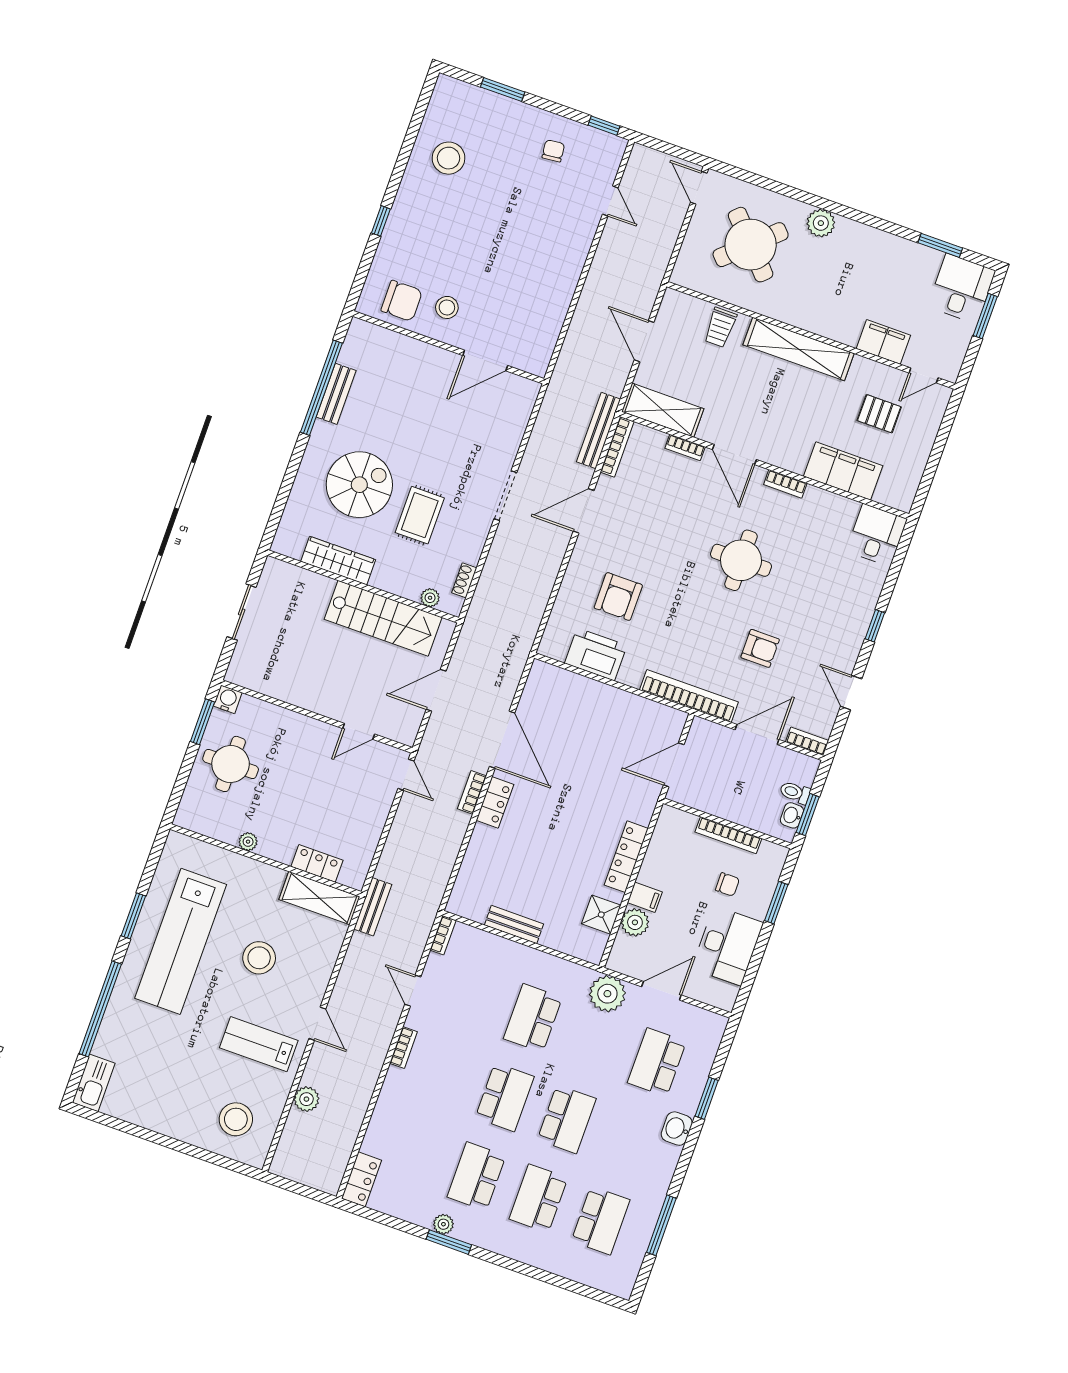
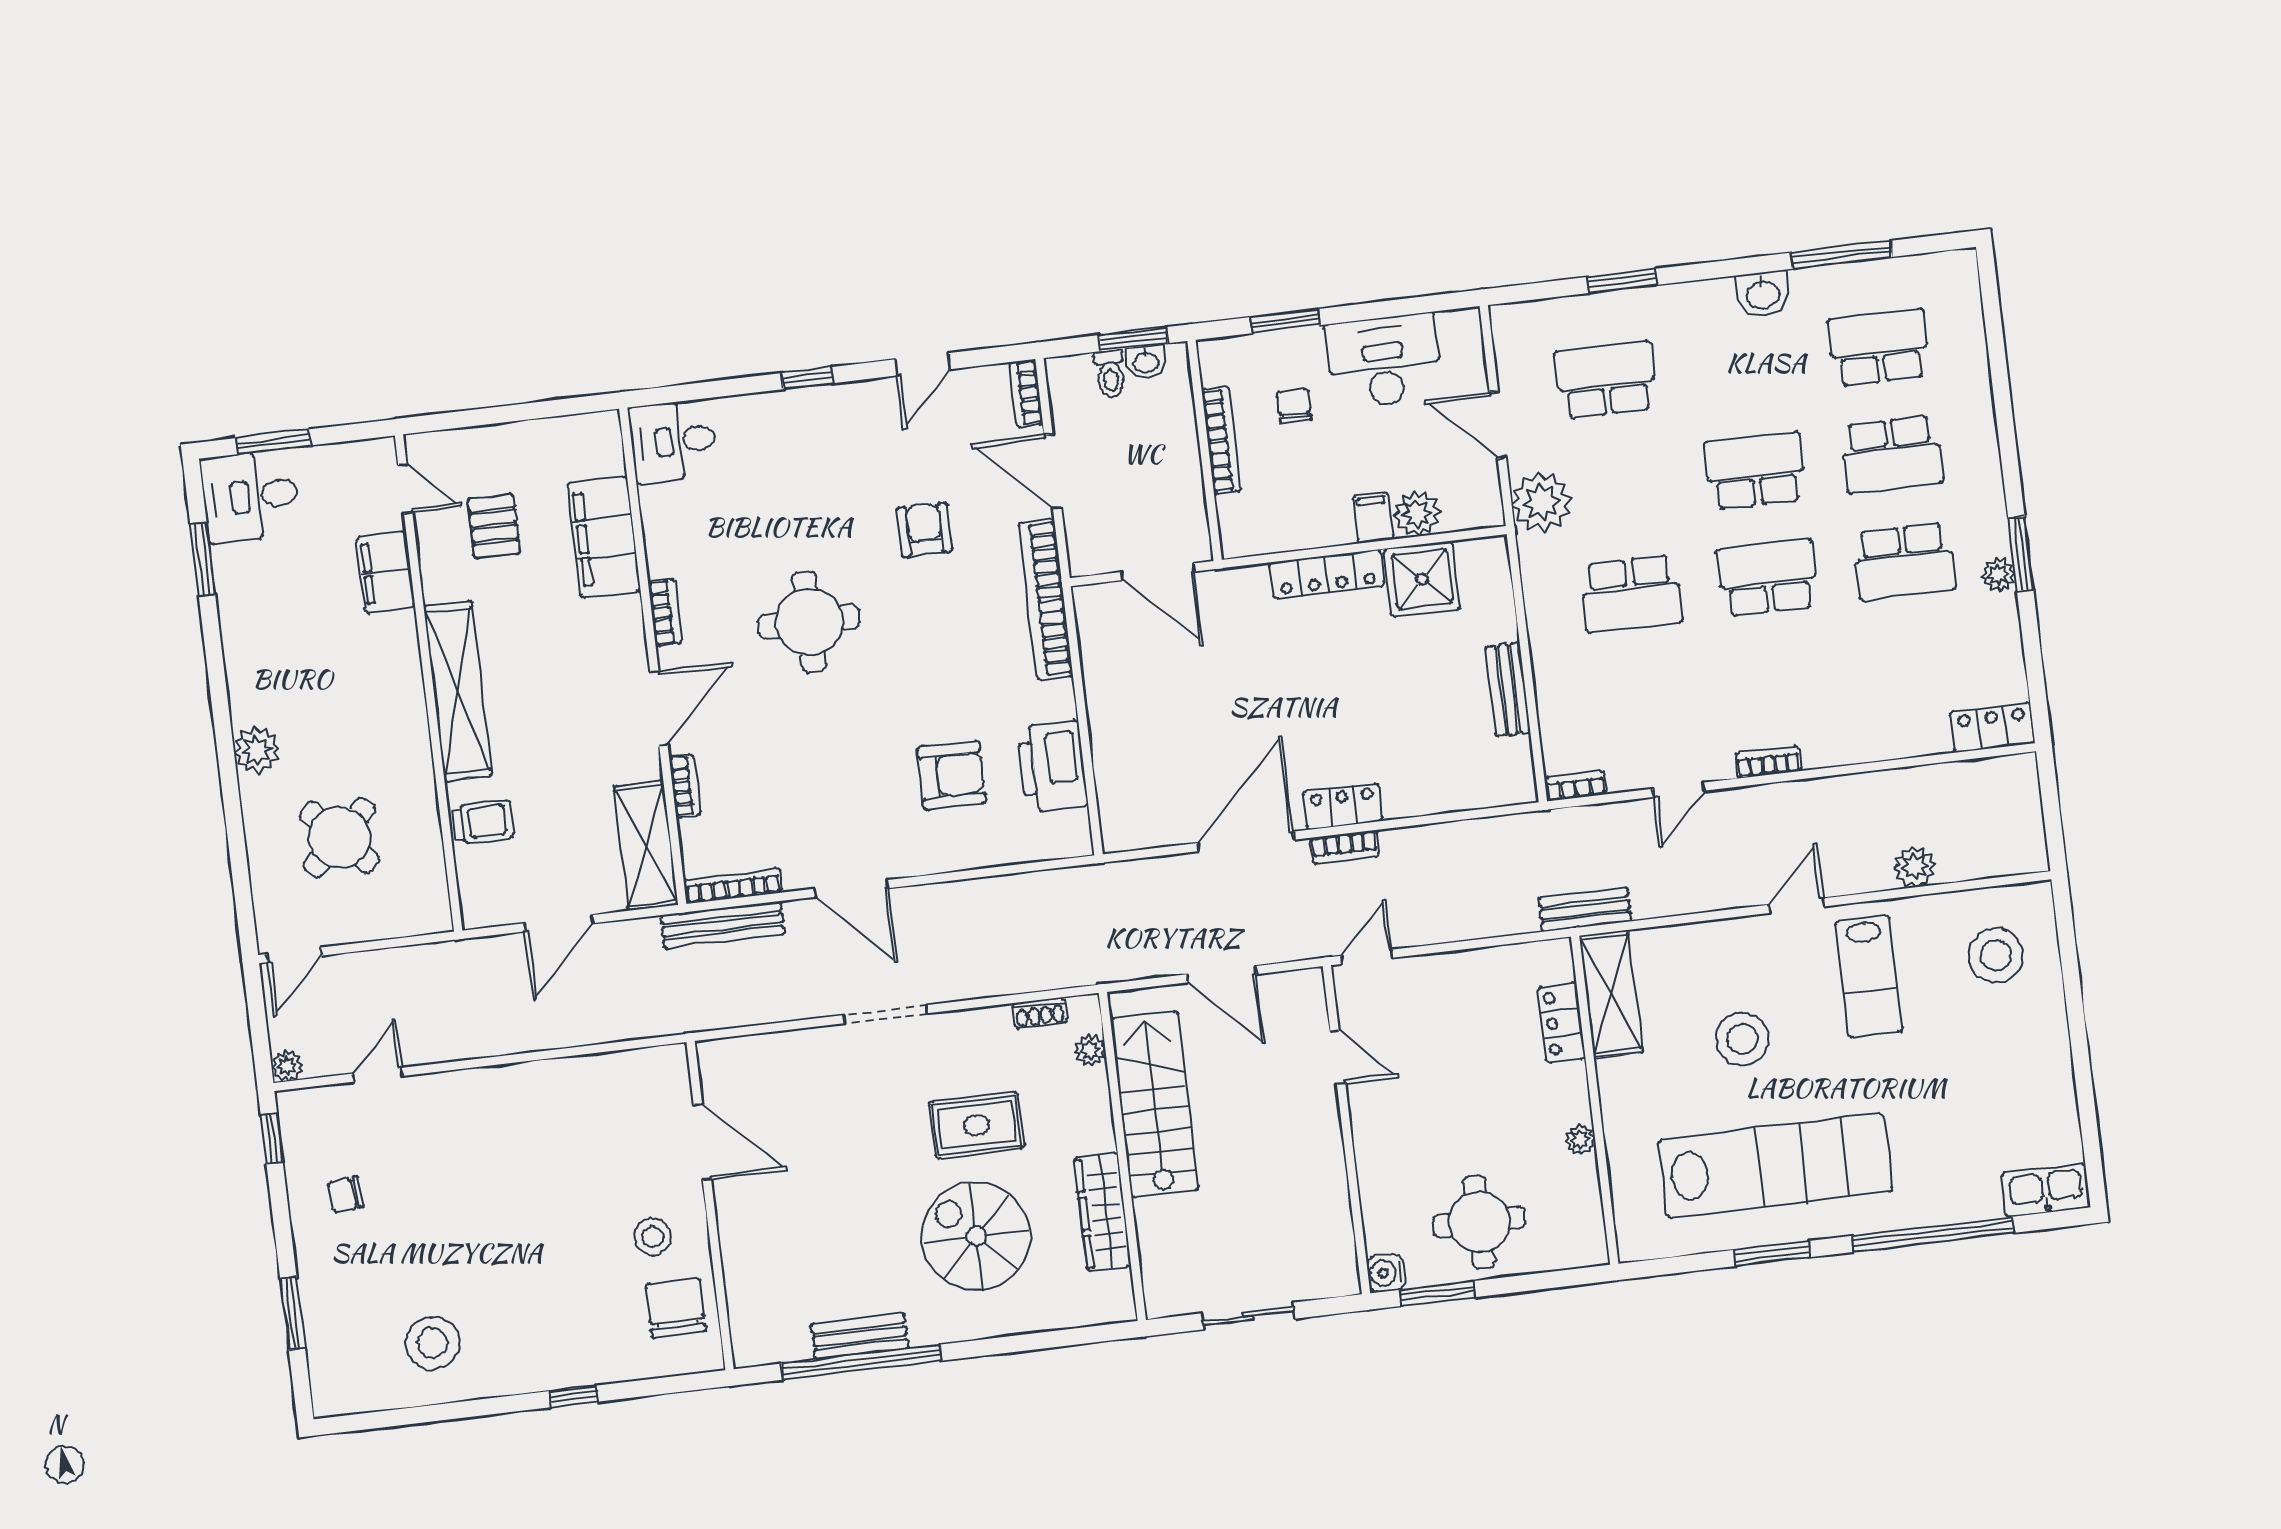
plant: (640, 154) -> (287, 1066), added
round table: (751, 245) -> (340, 837), width x0.73, depth x0.73
shower: (601, 915) -> (1422, 579), width x1.36, depth x1.36
school desk: (657, 1062) -> (1606, 380), turned 180
washbasin: (677, 1129) -> (1763, 294), moved

